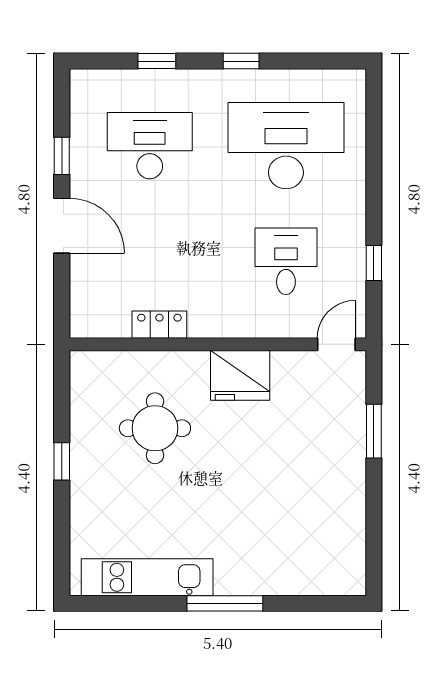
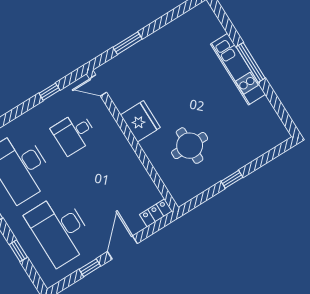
desk: (150, 146) -> (60, 230), width x1.36, depth x1.30
locker: (159, 325) -> (156, 213), moved, turned 90
kitchen unit: (147, 577) -> (238, 69), moved

